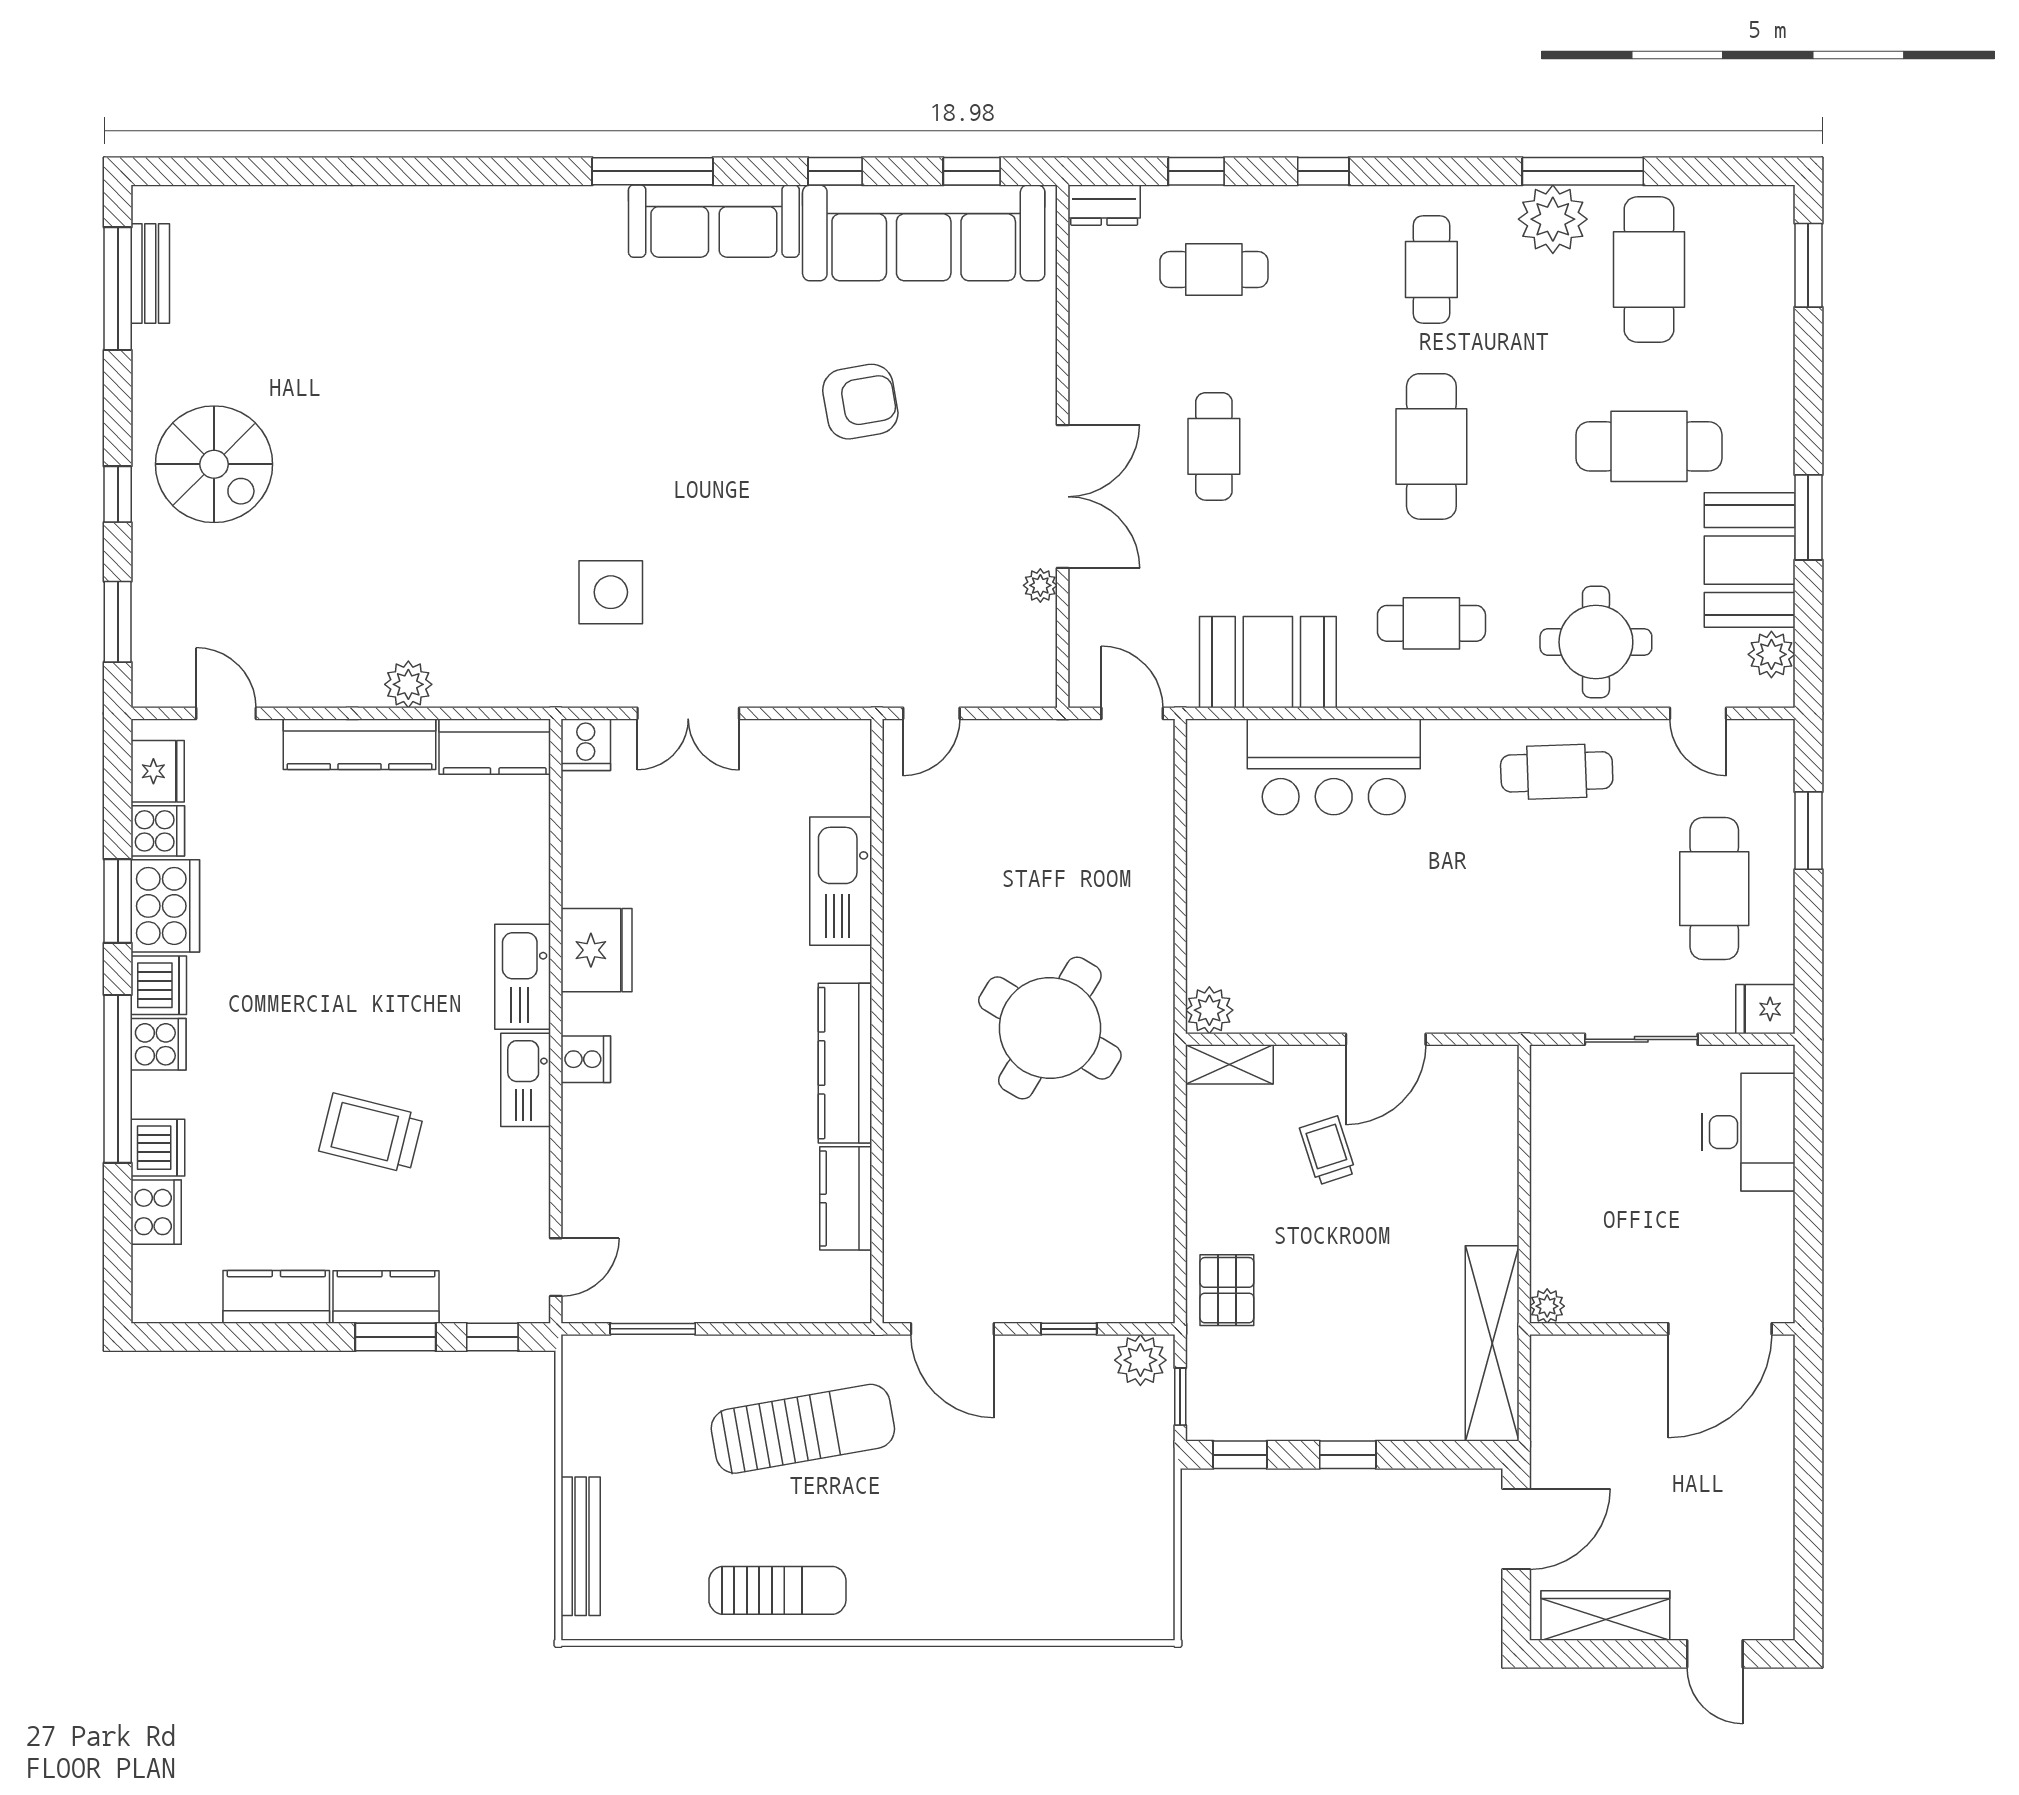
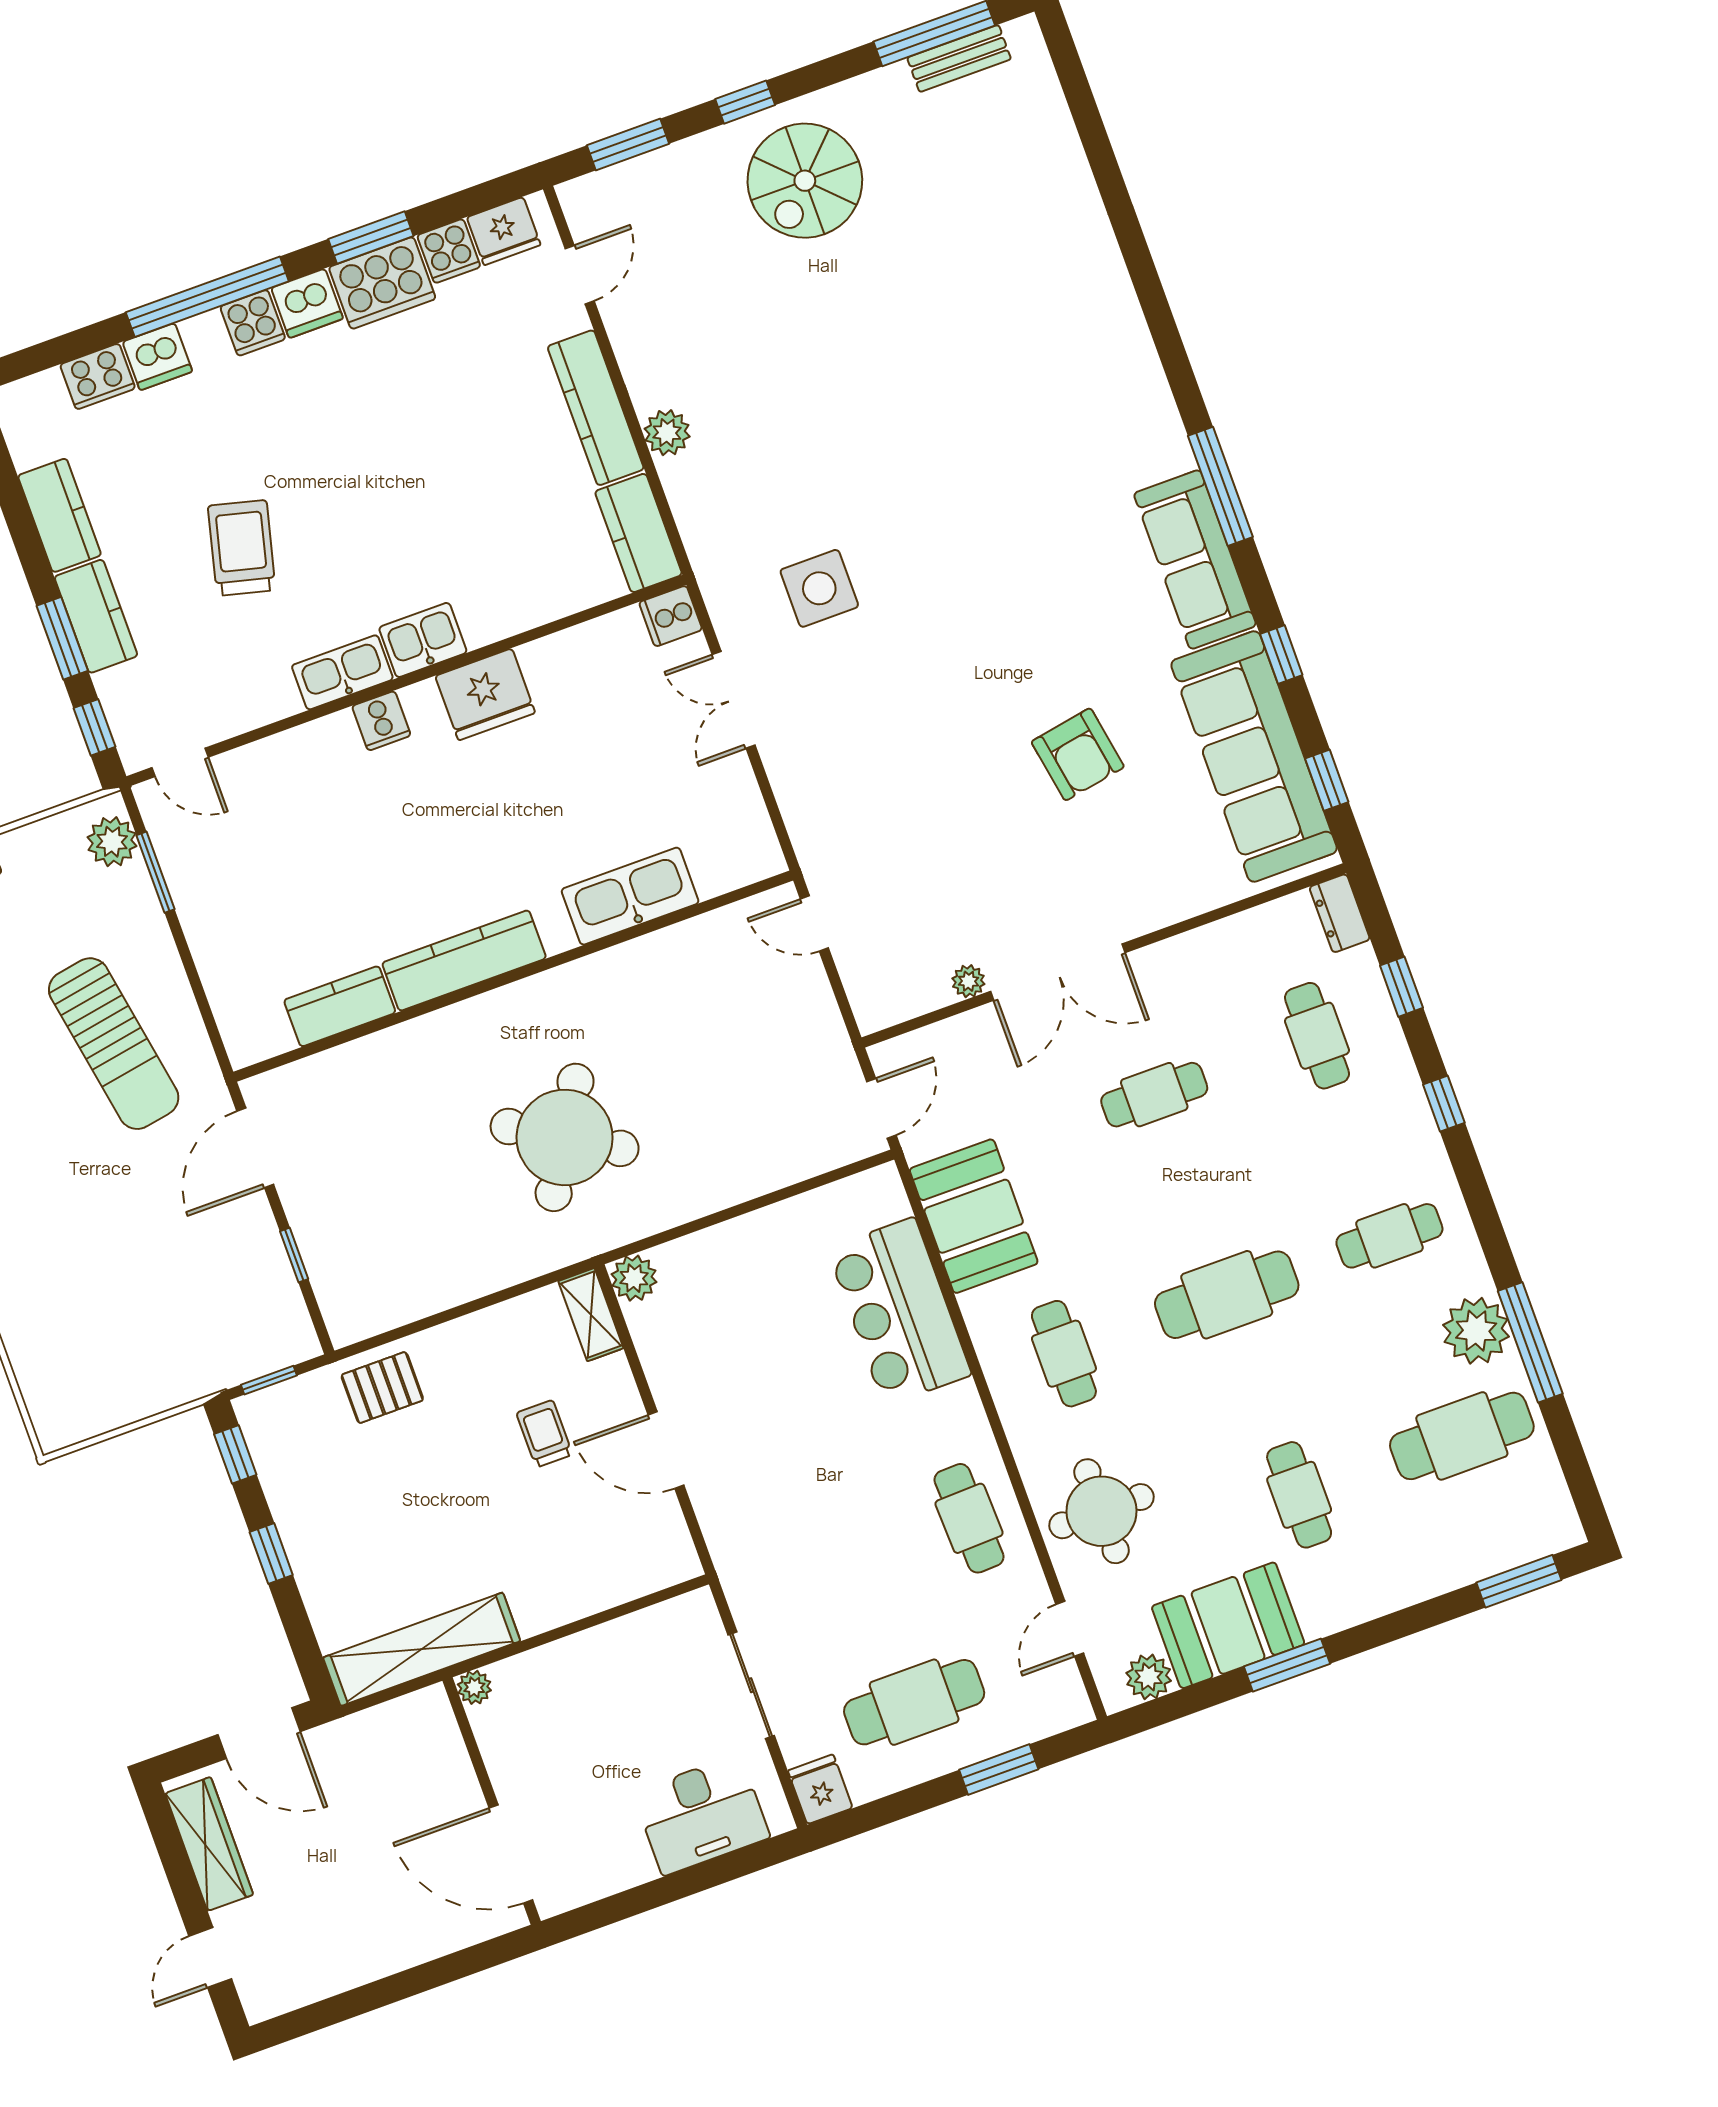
cafe table: (1649, 446) -> (1299, 1495), width x0.73, depth x0.74
kitchen sink: (523, 977) -> (423, 640), width x0.73
trolley: (1328, 1150) -> (544, 1434), turned -72
plant: (1140, 1360) -> (112, 842), moved

